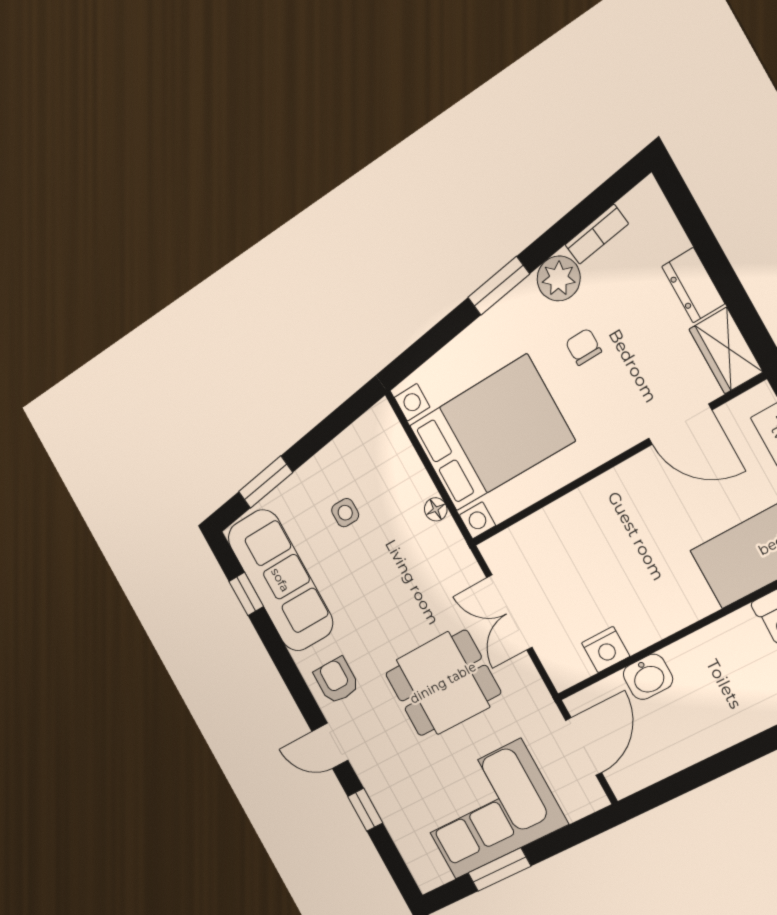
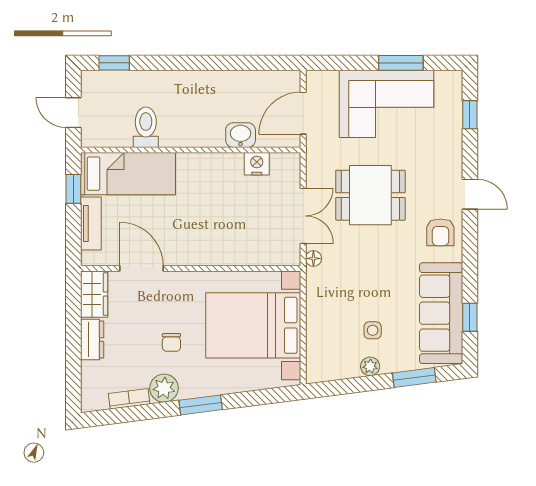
plant: (323, 465) -> (370, 366), added
floor lamp: (436, 509) -> (313, 258), moved
window: (365, 810) -> (470, 115), moved

